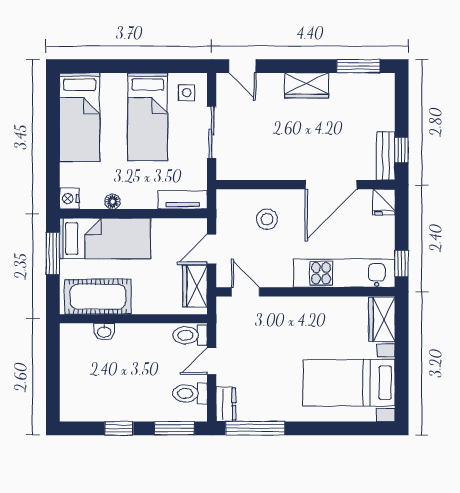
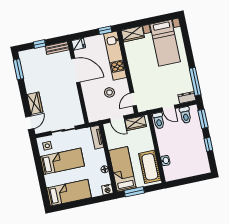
wardrobe: (307, 85) -> (35, 103), moved
window: (402, 150) -> (39, 44), moved
stool: (267, 219) -> (109, 92), moved

